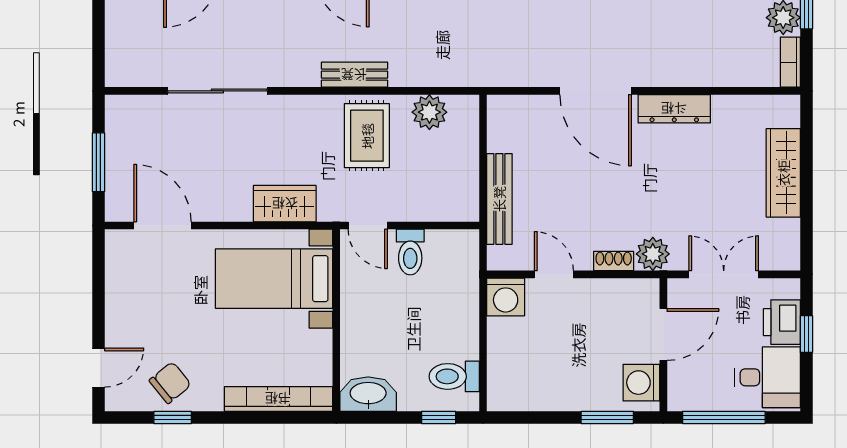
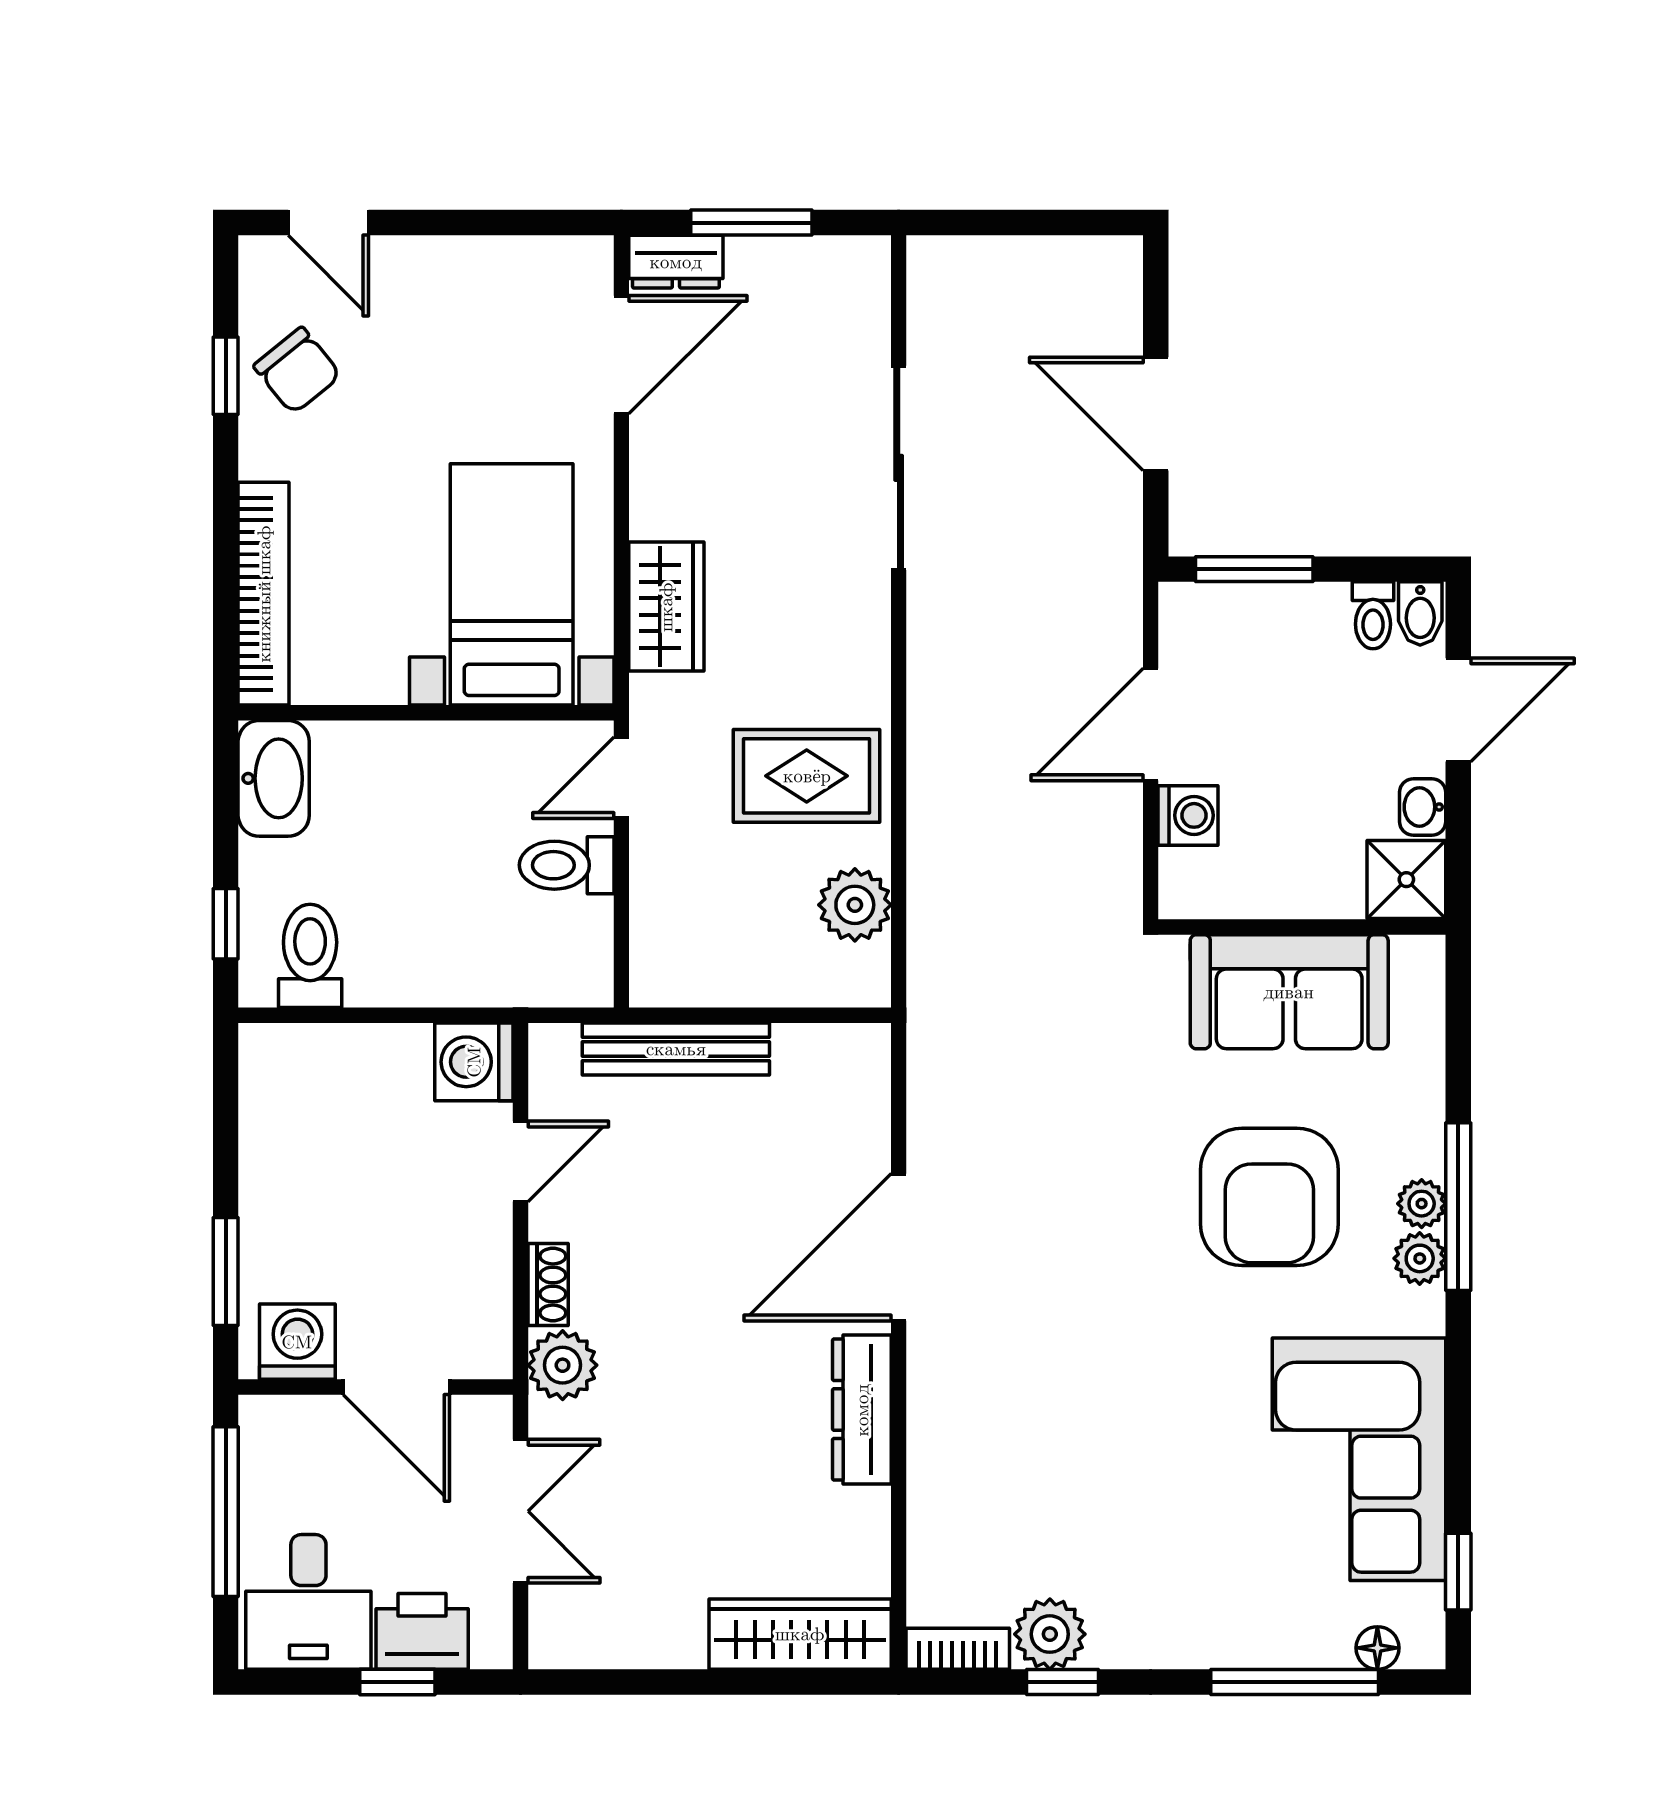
bench: (354, 75) -> (932, 750), removed
wardrobe: (783, 173) -> (800, 1634), moved
dresser: (117, 199) -> (676, 262), added

